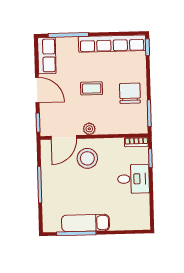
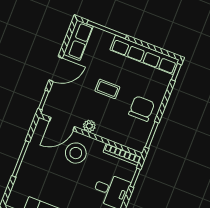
door: (37, 90) -> (56, 69), hinge flipped
bookcase: (136, 142) -> (122, 155), width x1.56

